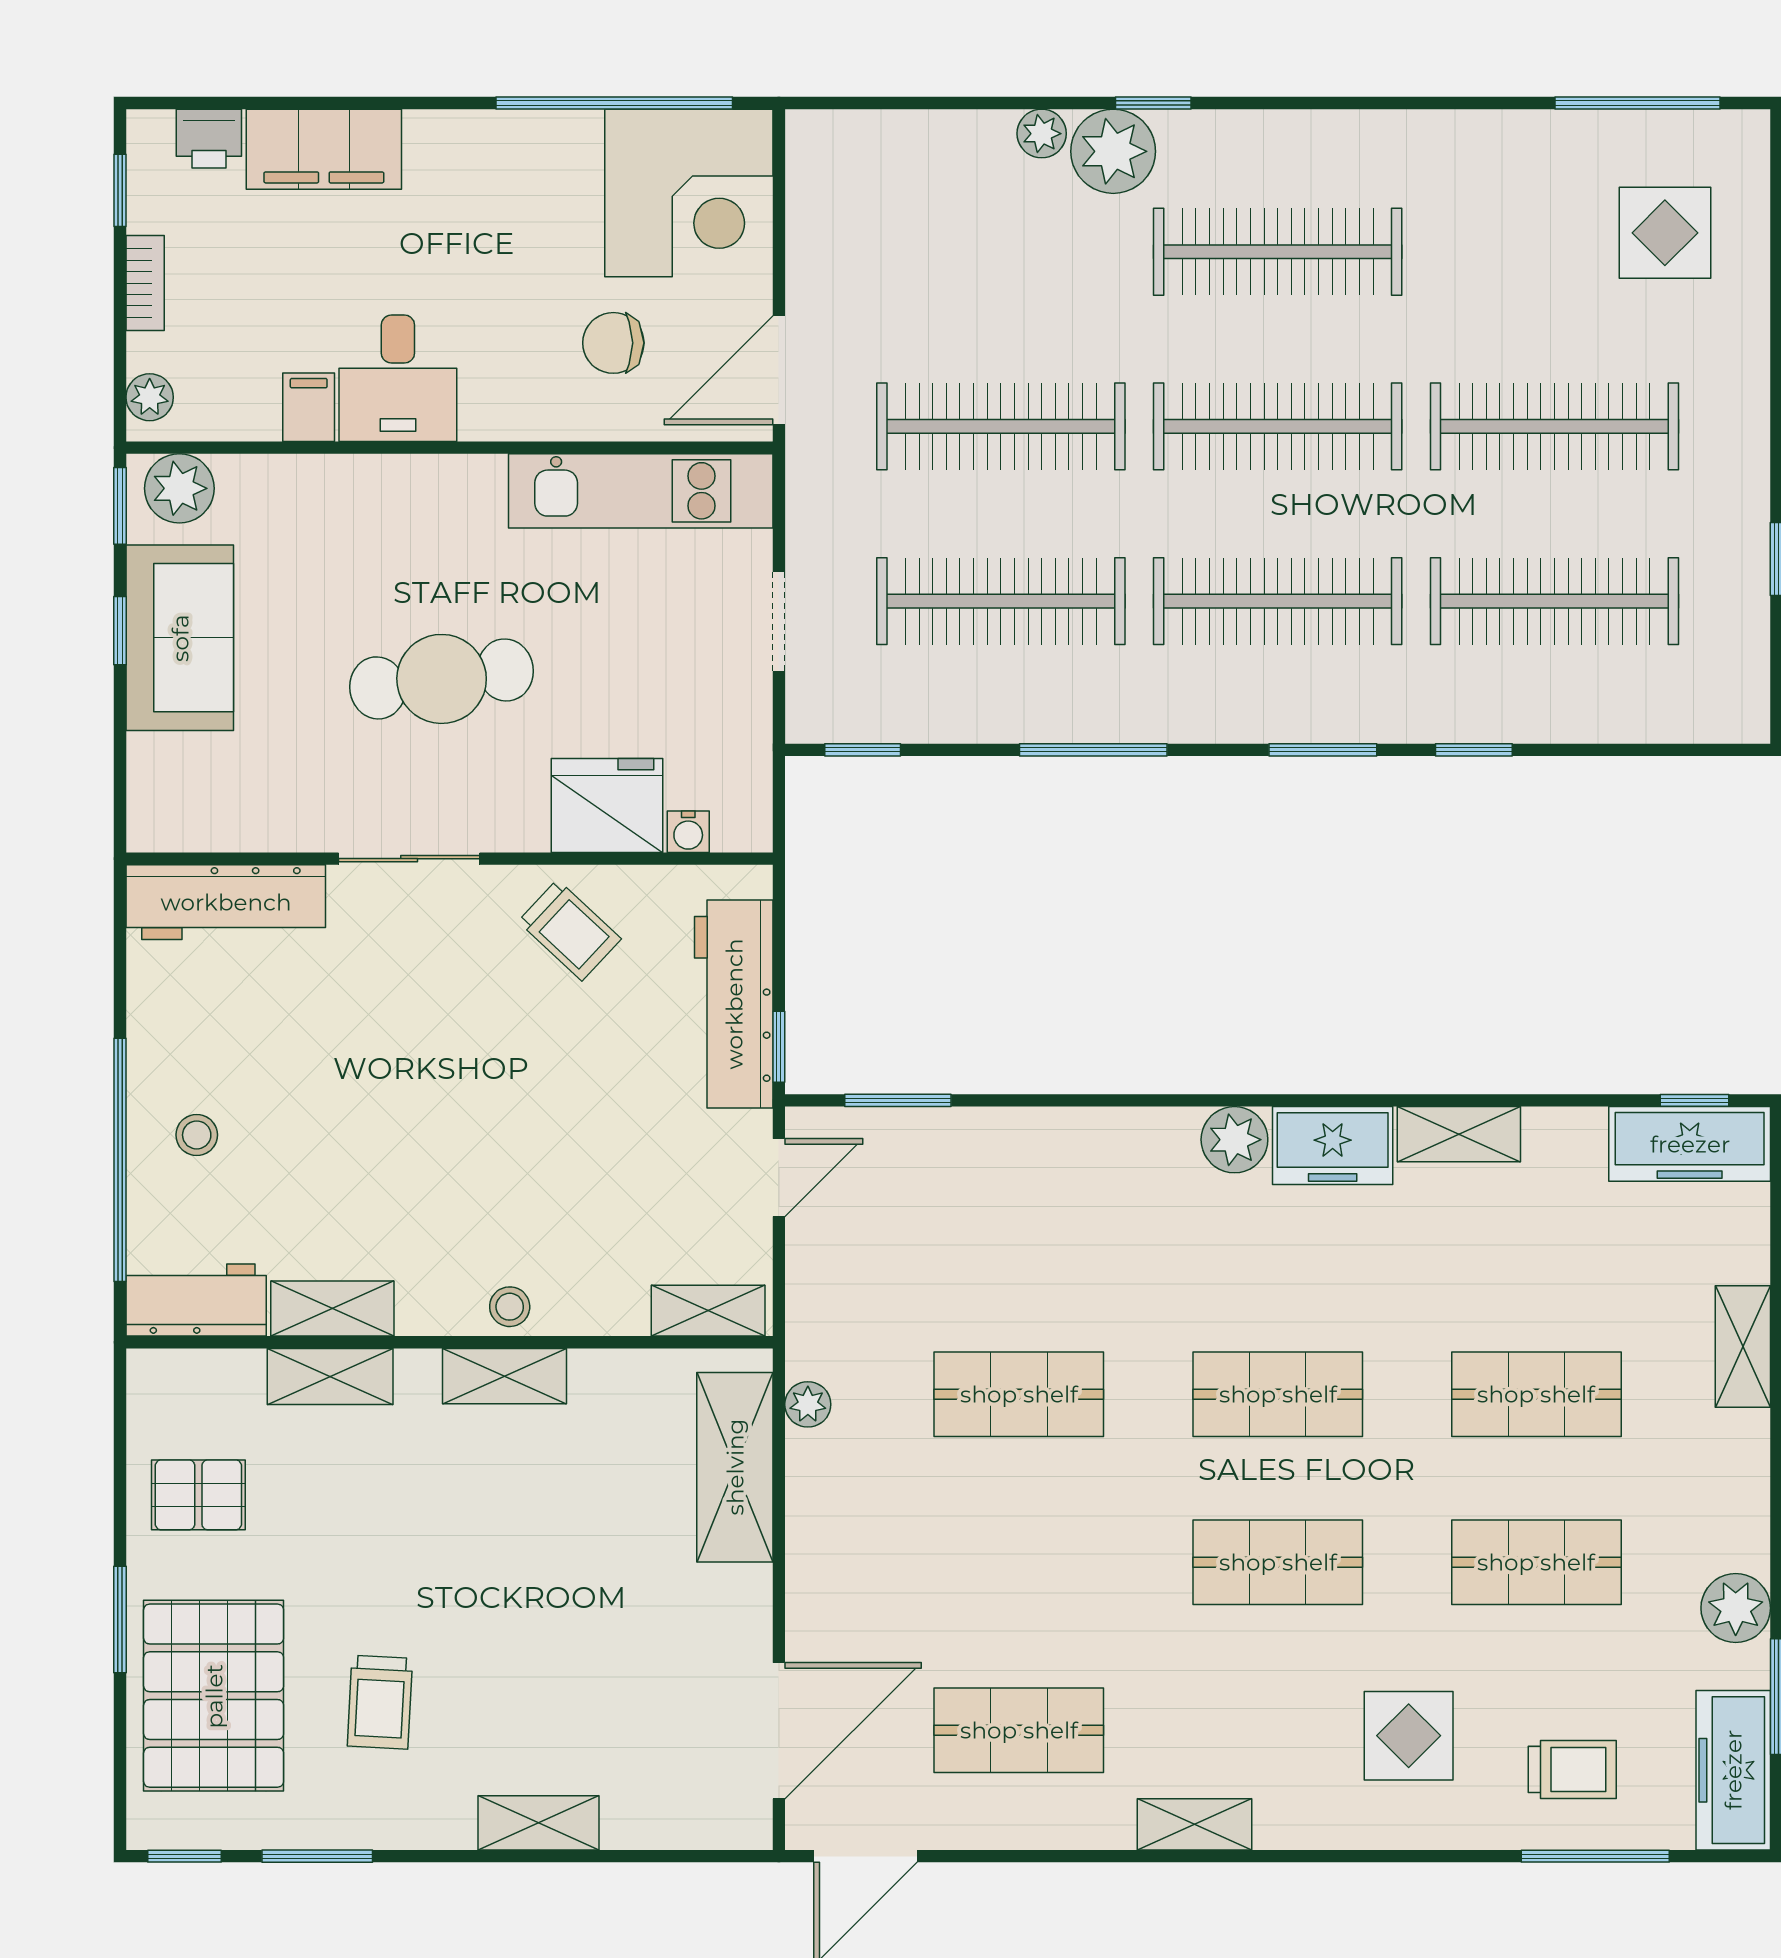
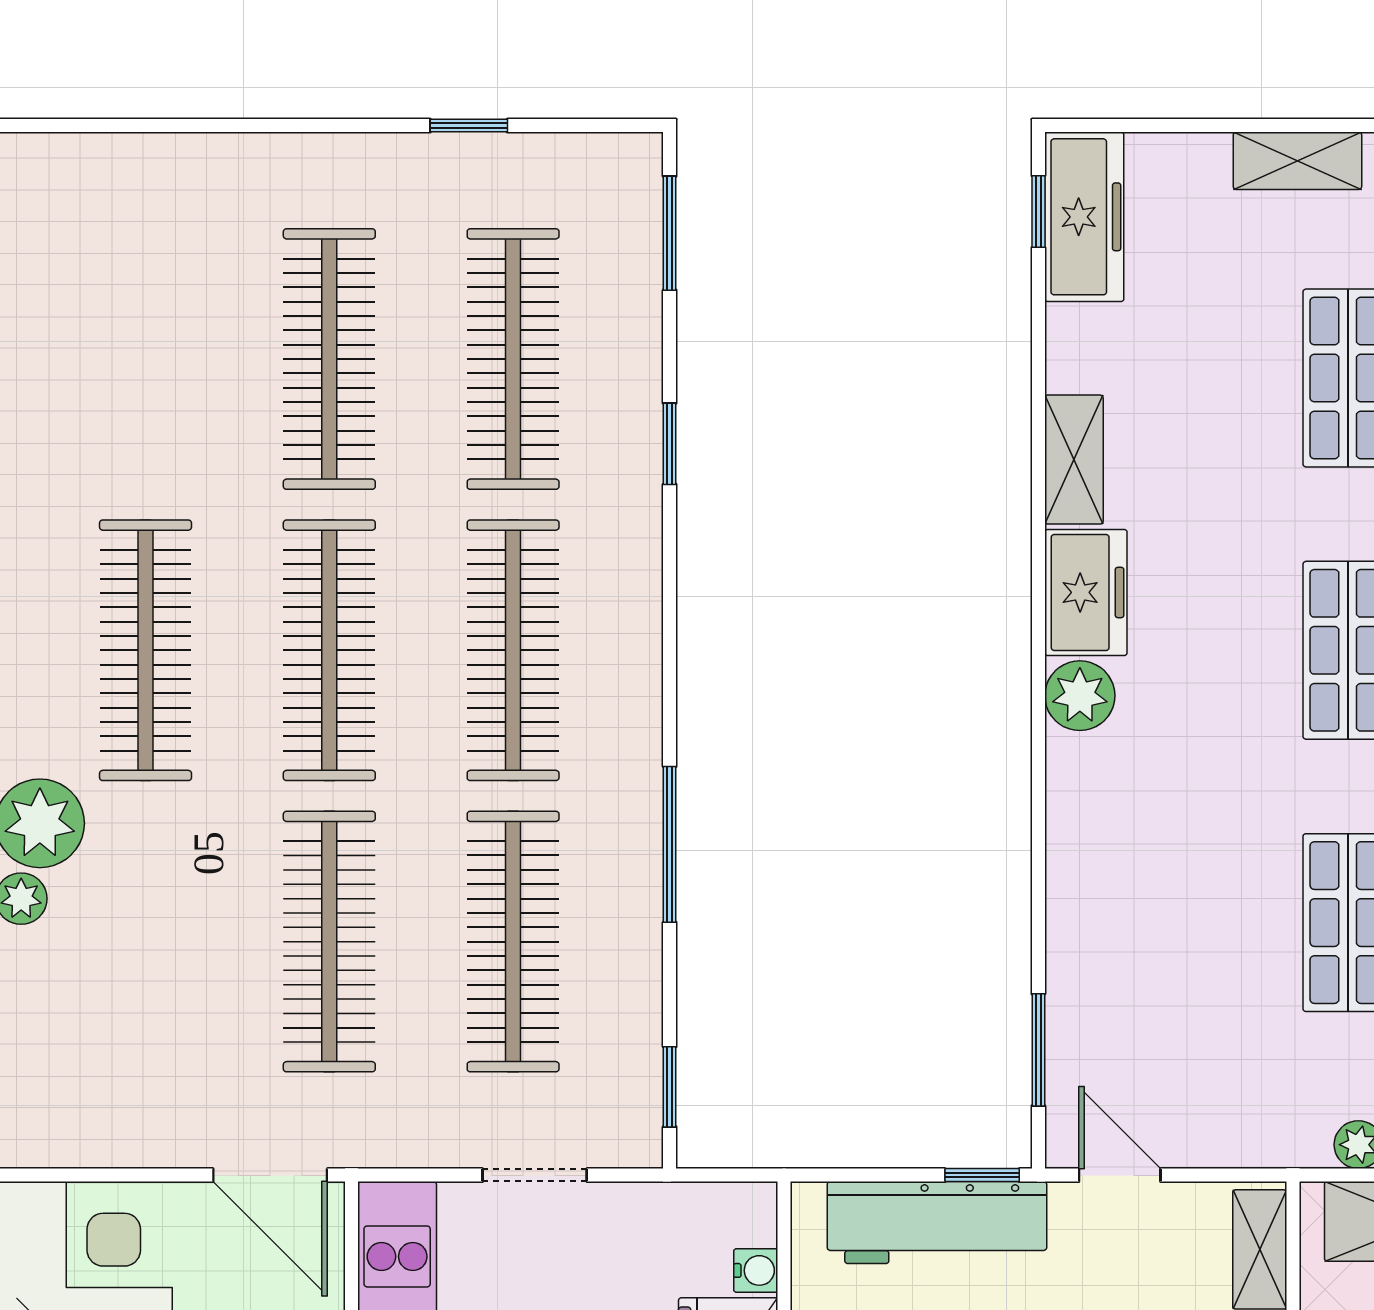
display table: (1665, 233) -> (126, 243), removed
window: (1323, 750) -> (670, 233), moved

